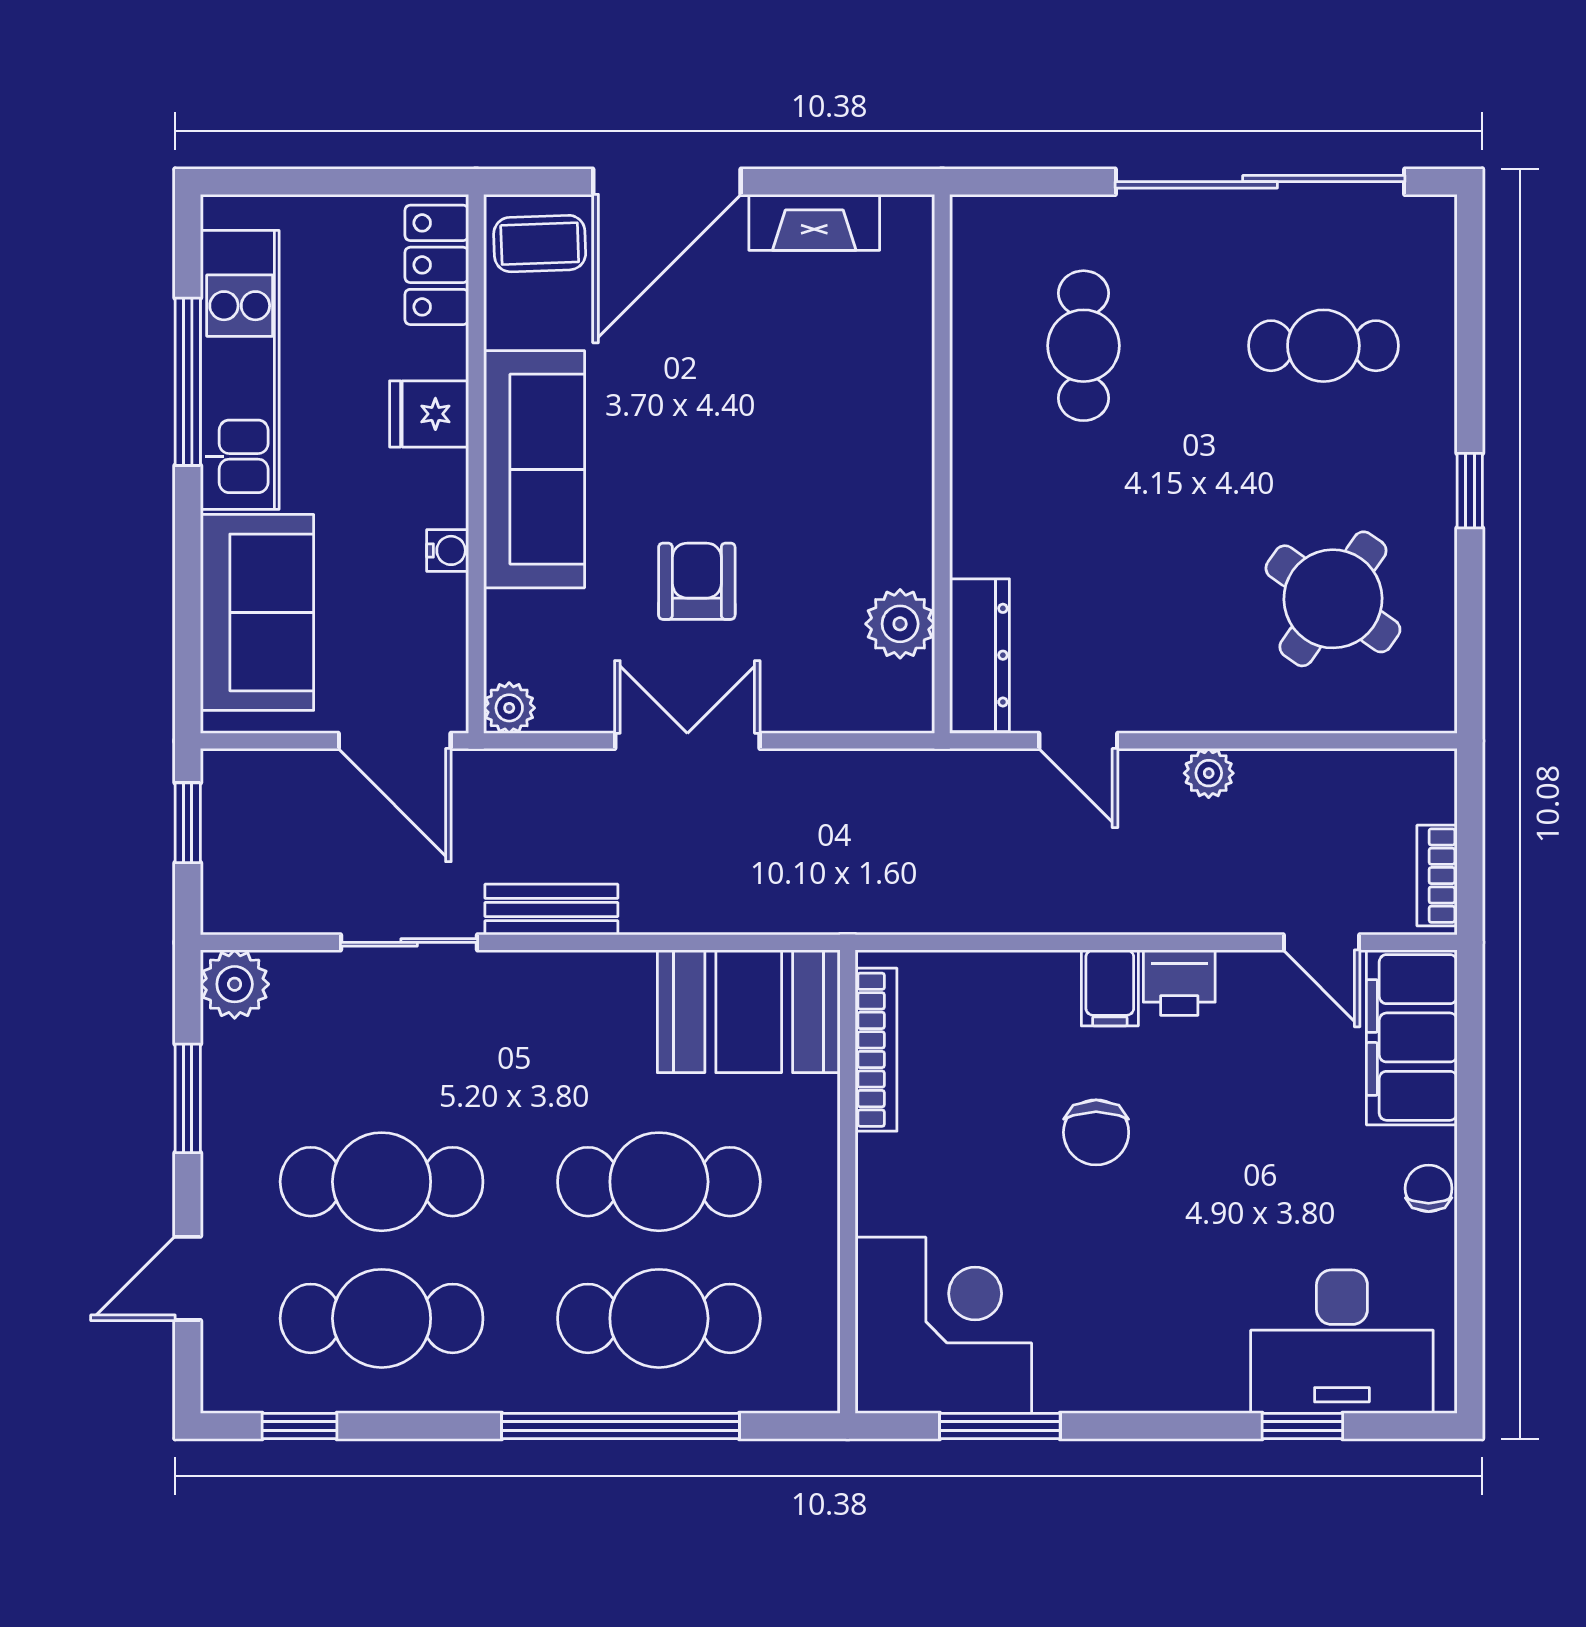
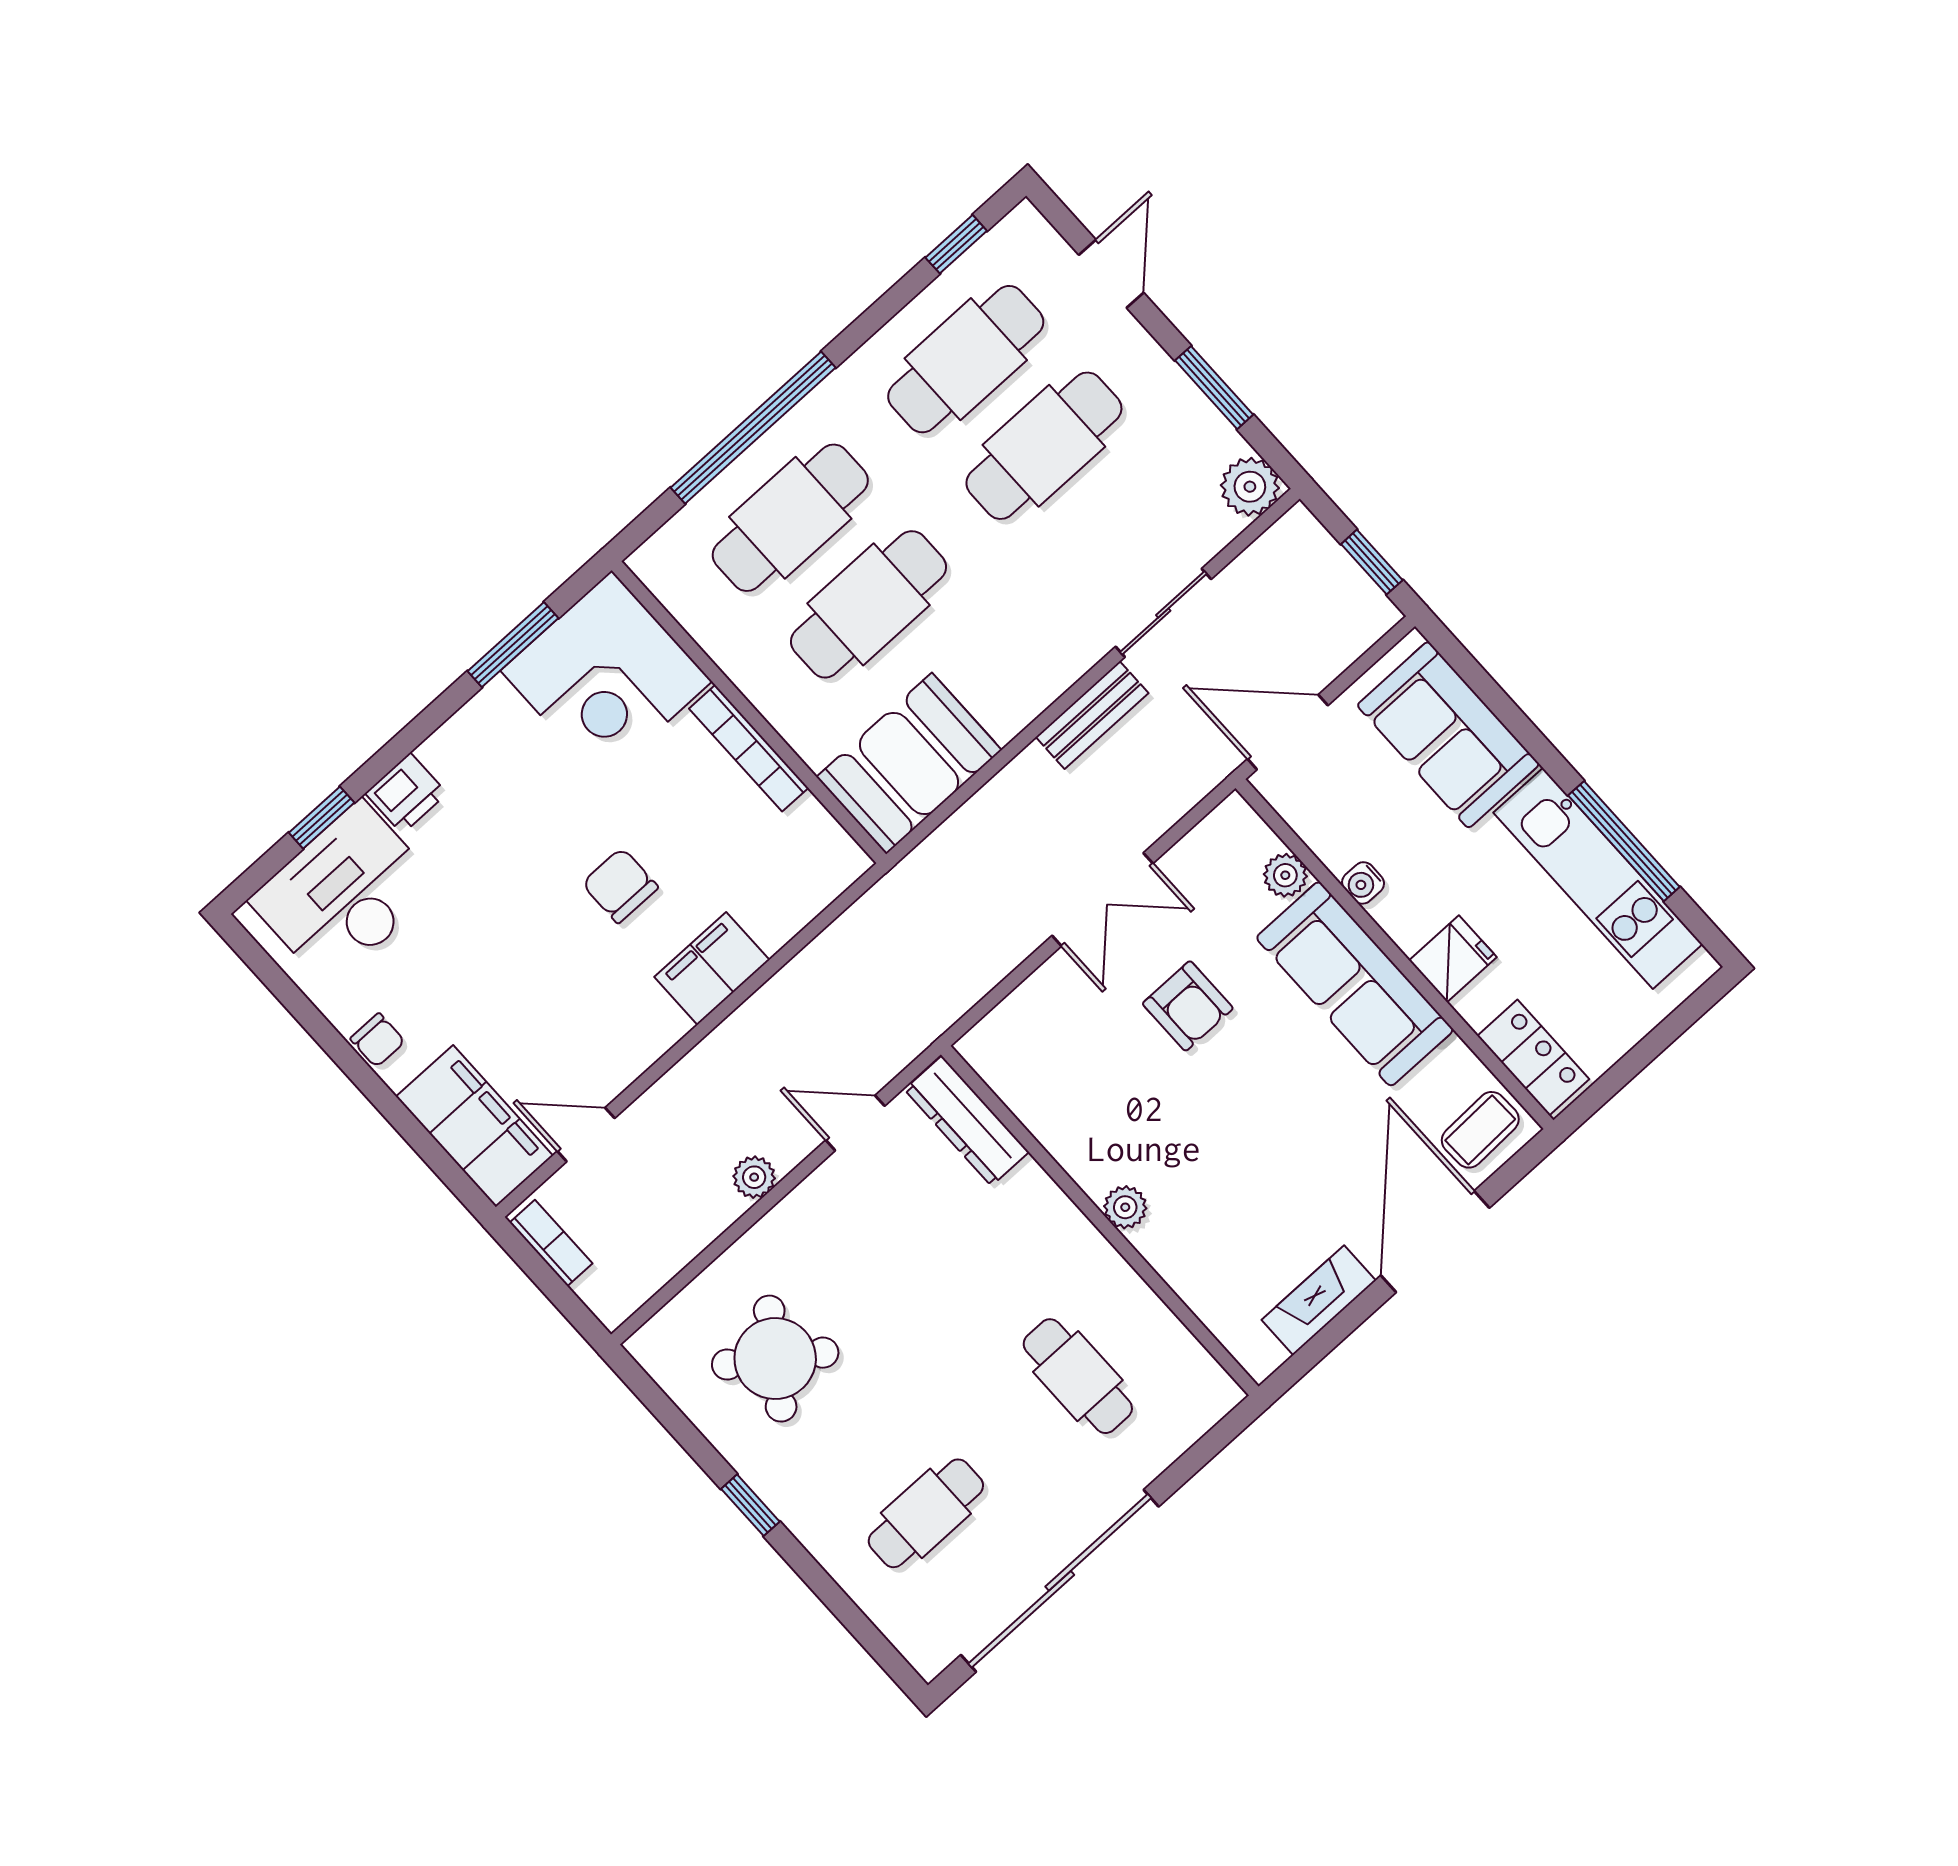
plant: (900, 624) -> (1125, 1207), moved, width x0.73, depth x0.73
plant: (509, 708) -> (1285, 875), moved
printer: (1179, 983) -> (406, 793), moved, turned 180
filing cabinet: (1110, 988) -> (712, 968), width x2.00
bookcase: (876, 1050) -> (749, 748), moved

